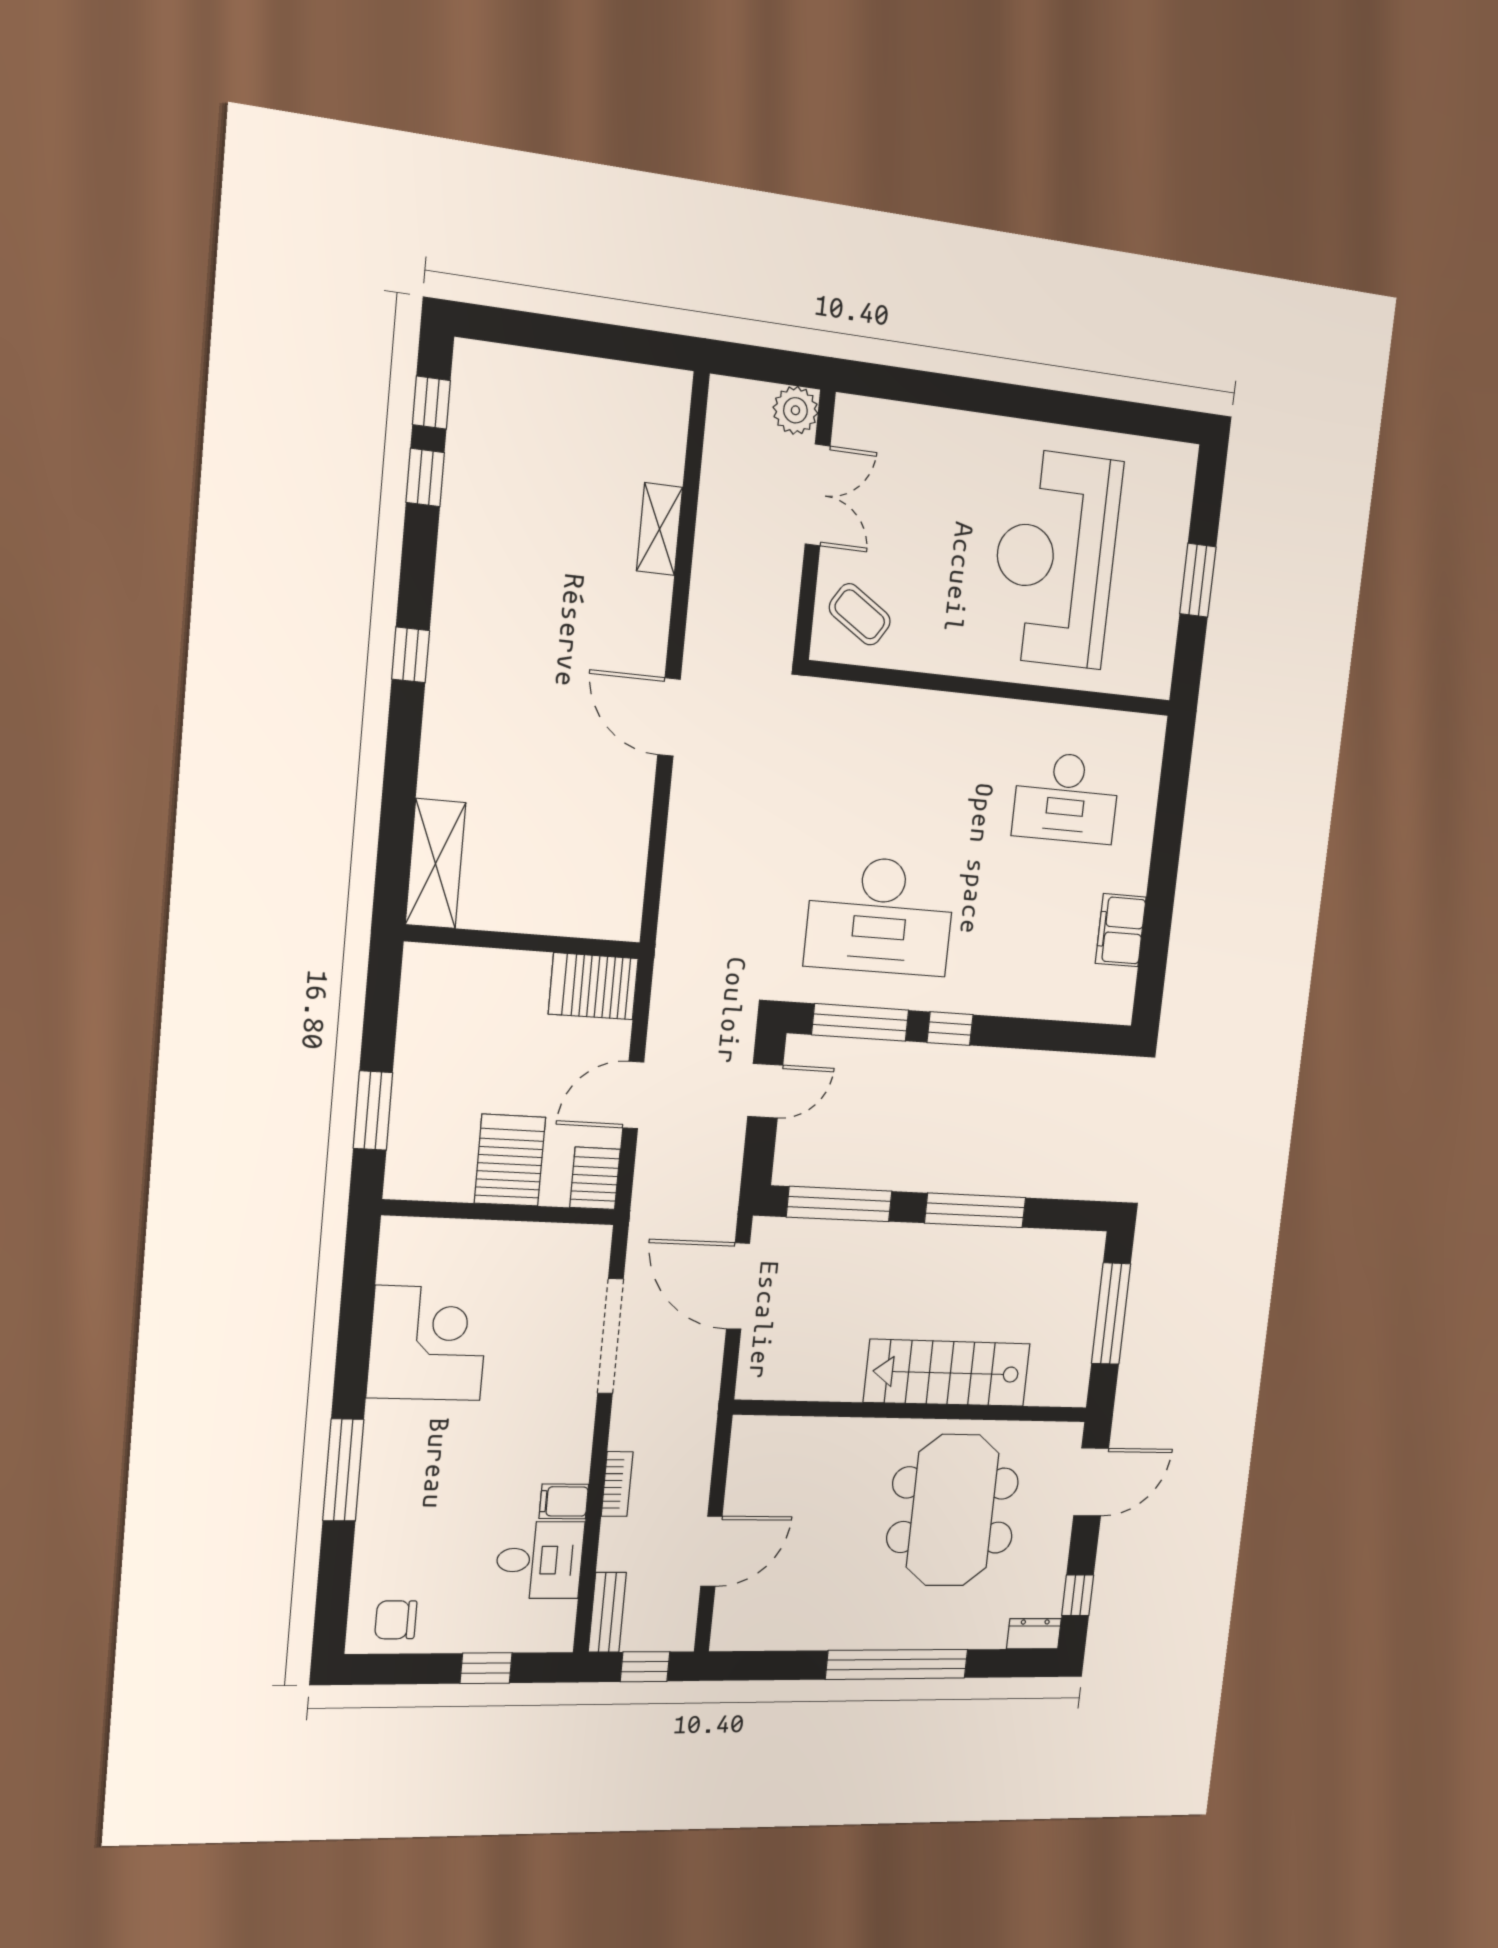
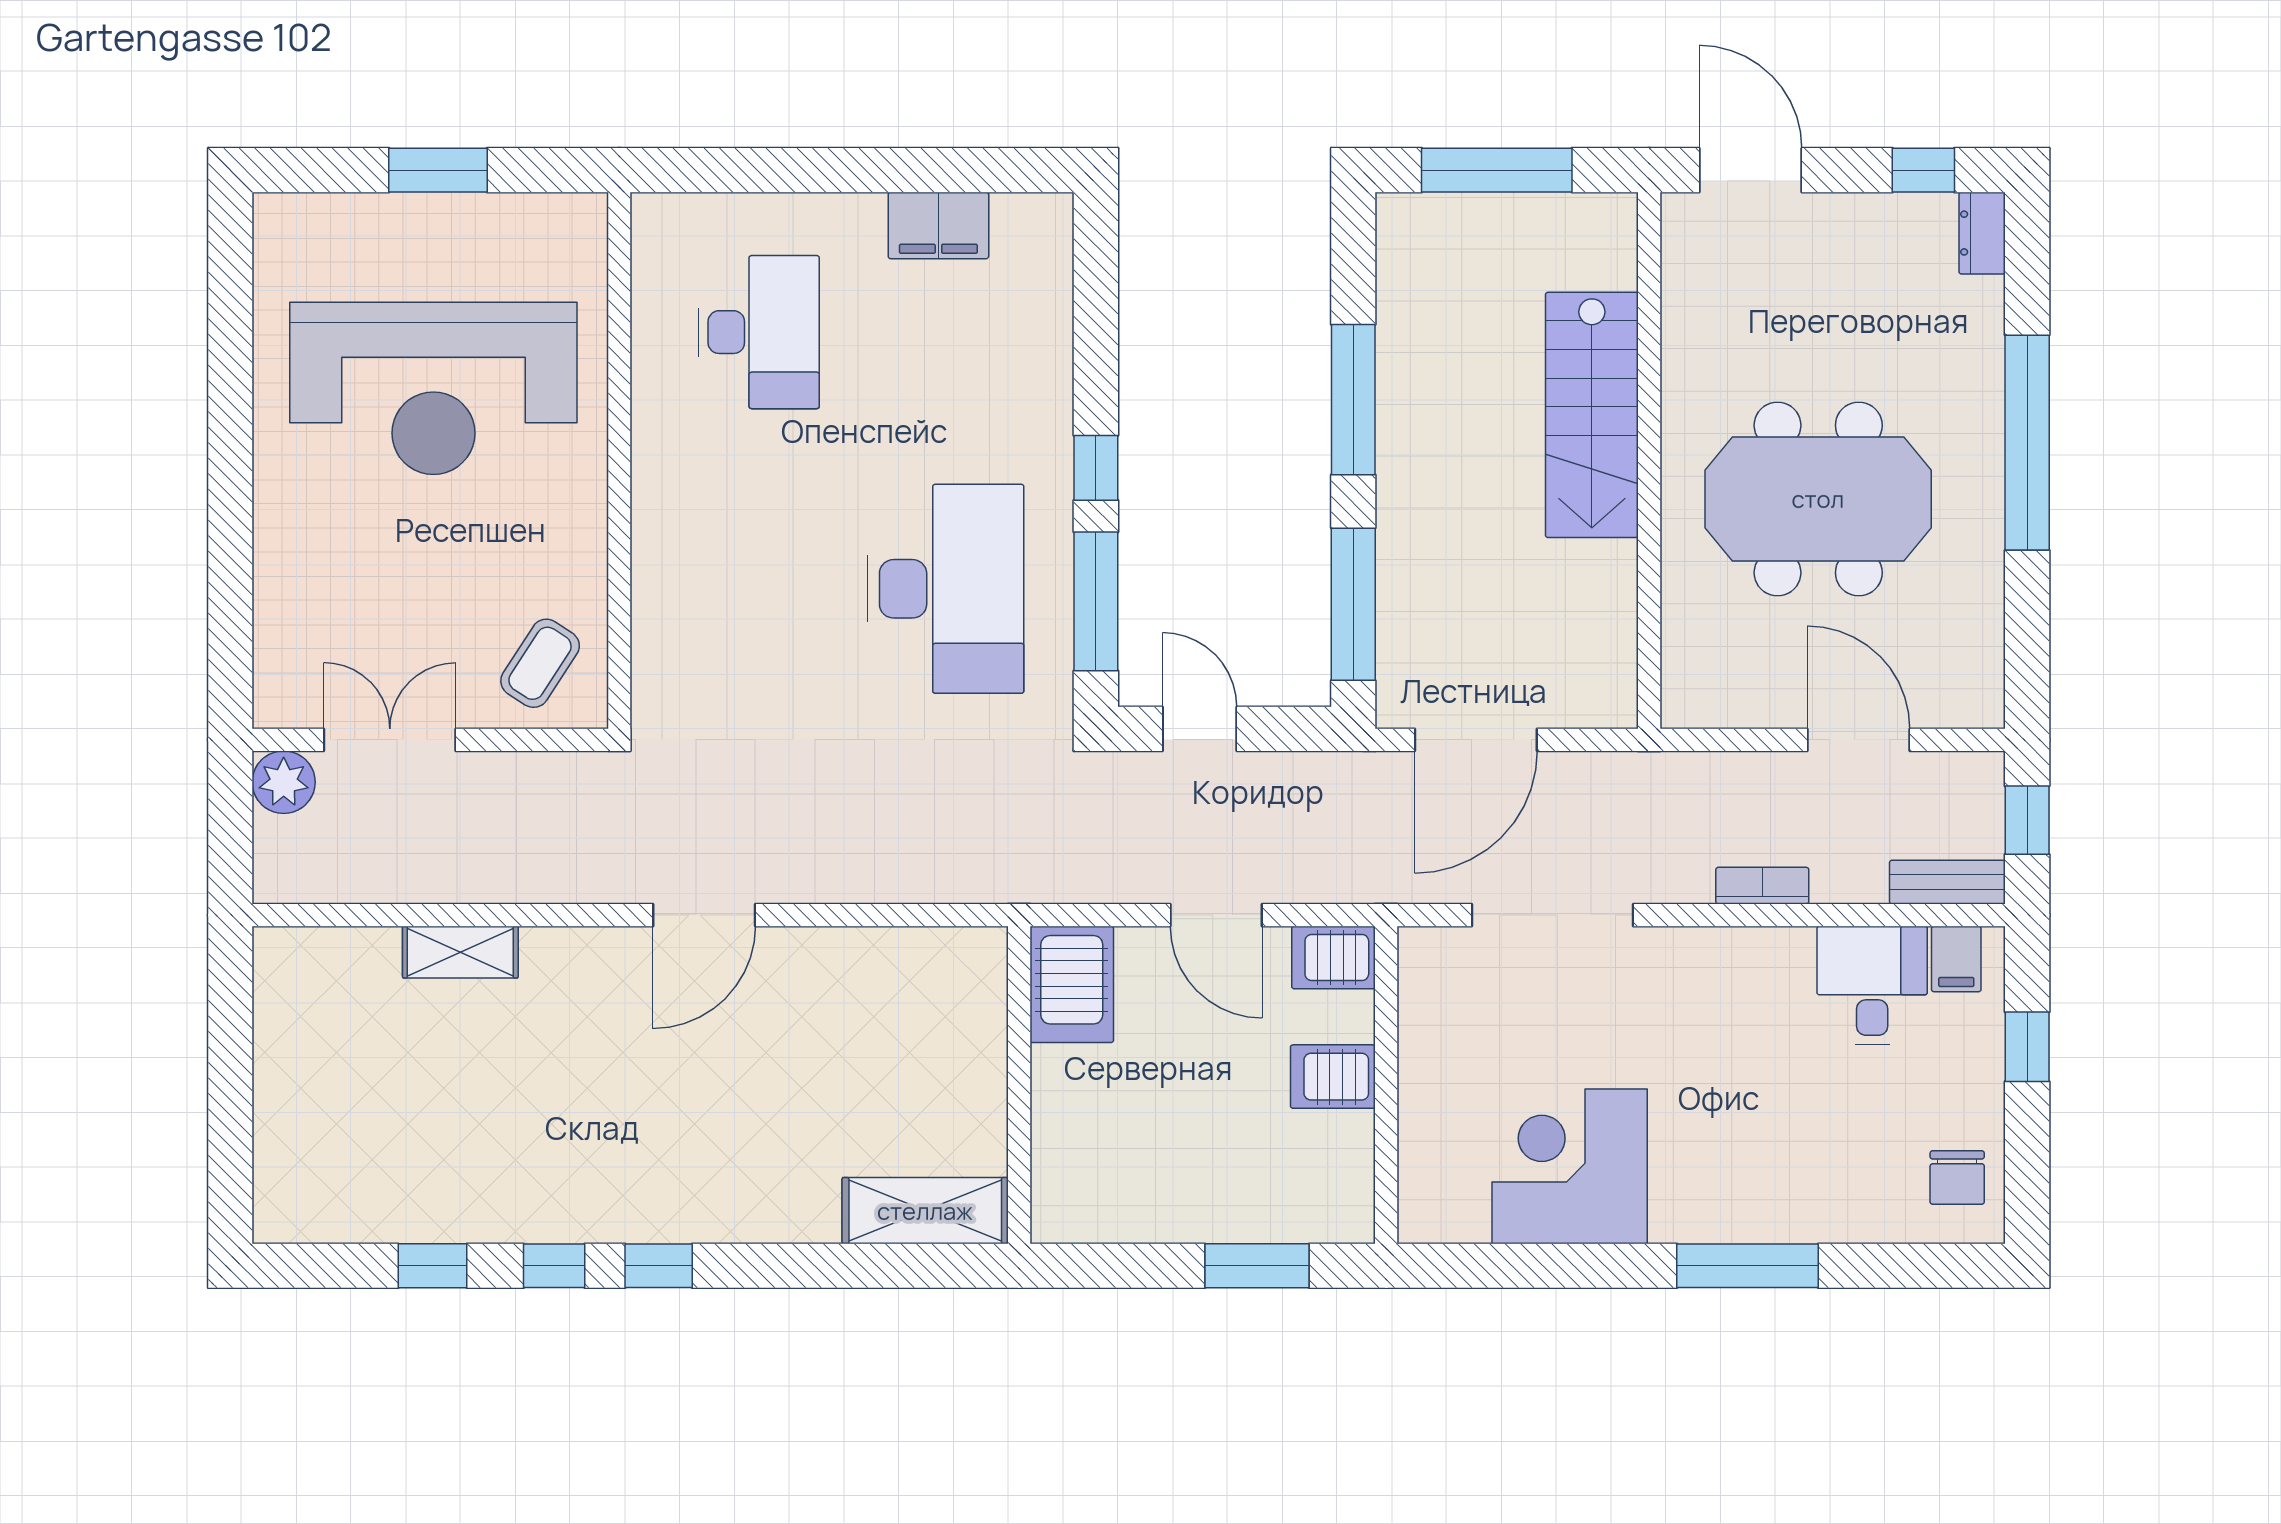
window: (431, 403) -> (554, 1266), moved
server rack: (510, 1160) -> (1333, 1077), width x0.73, depth x0.70
filing cabinet: (564, 1501) -> (1956, 959), moved
meeting table: (953, 1510) -> (1818, 499), moved

